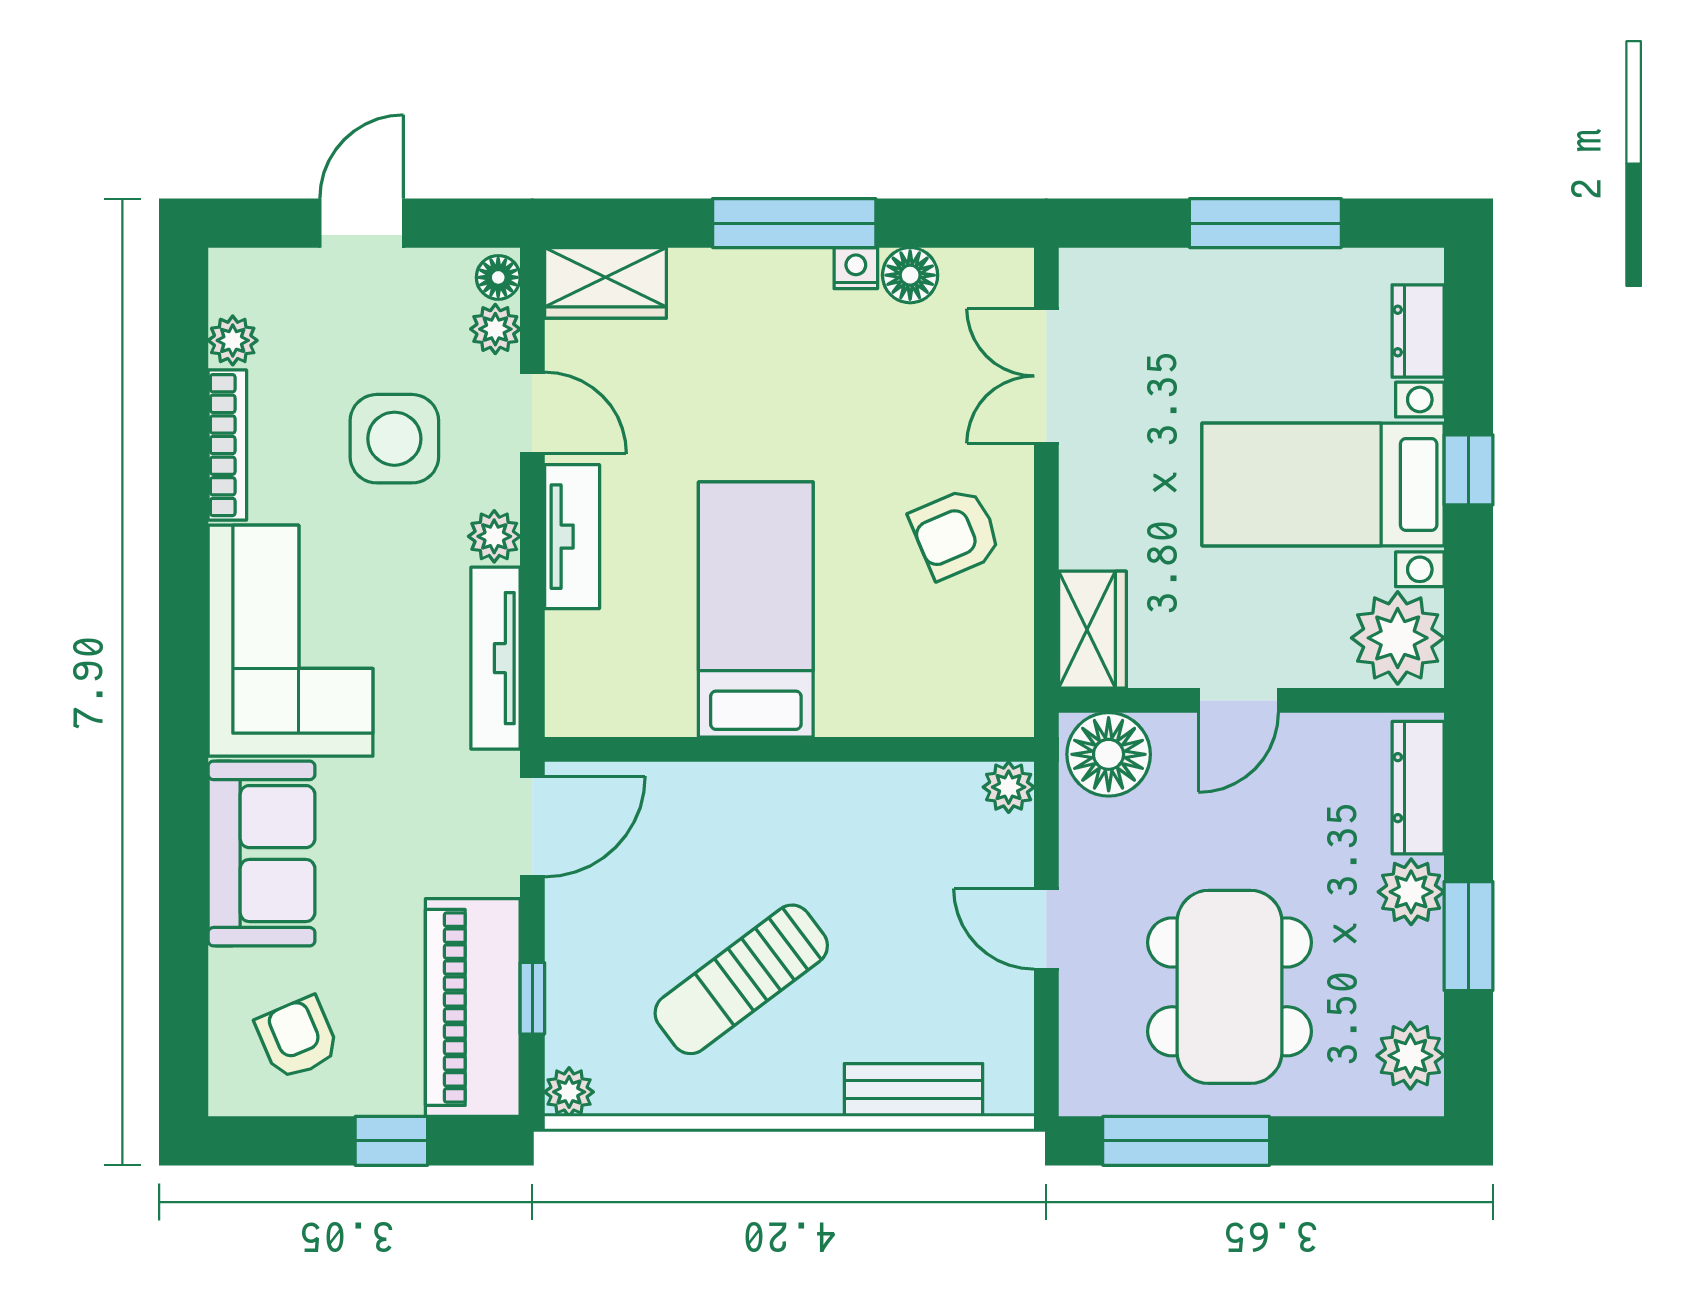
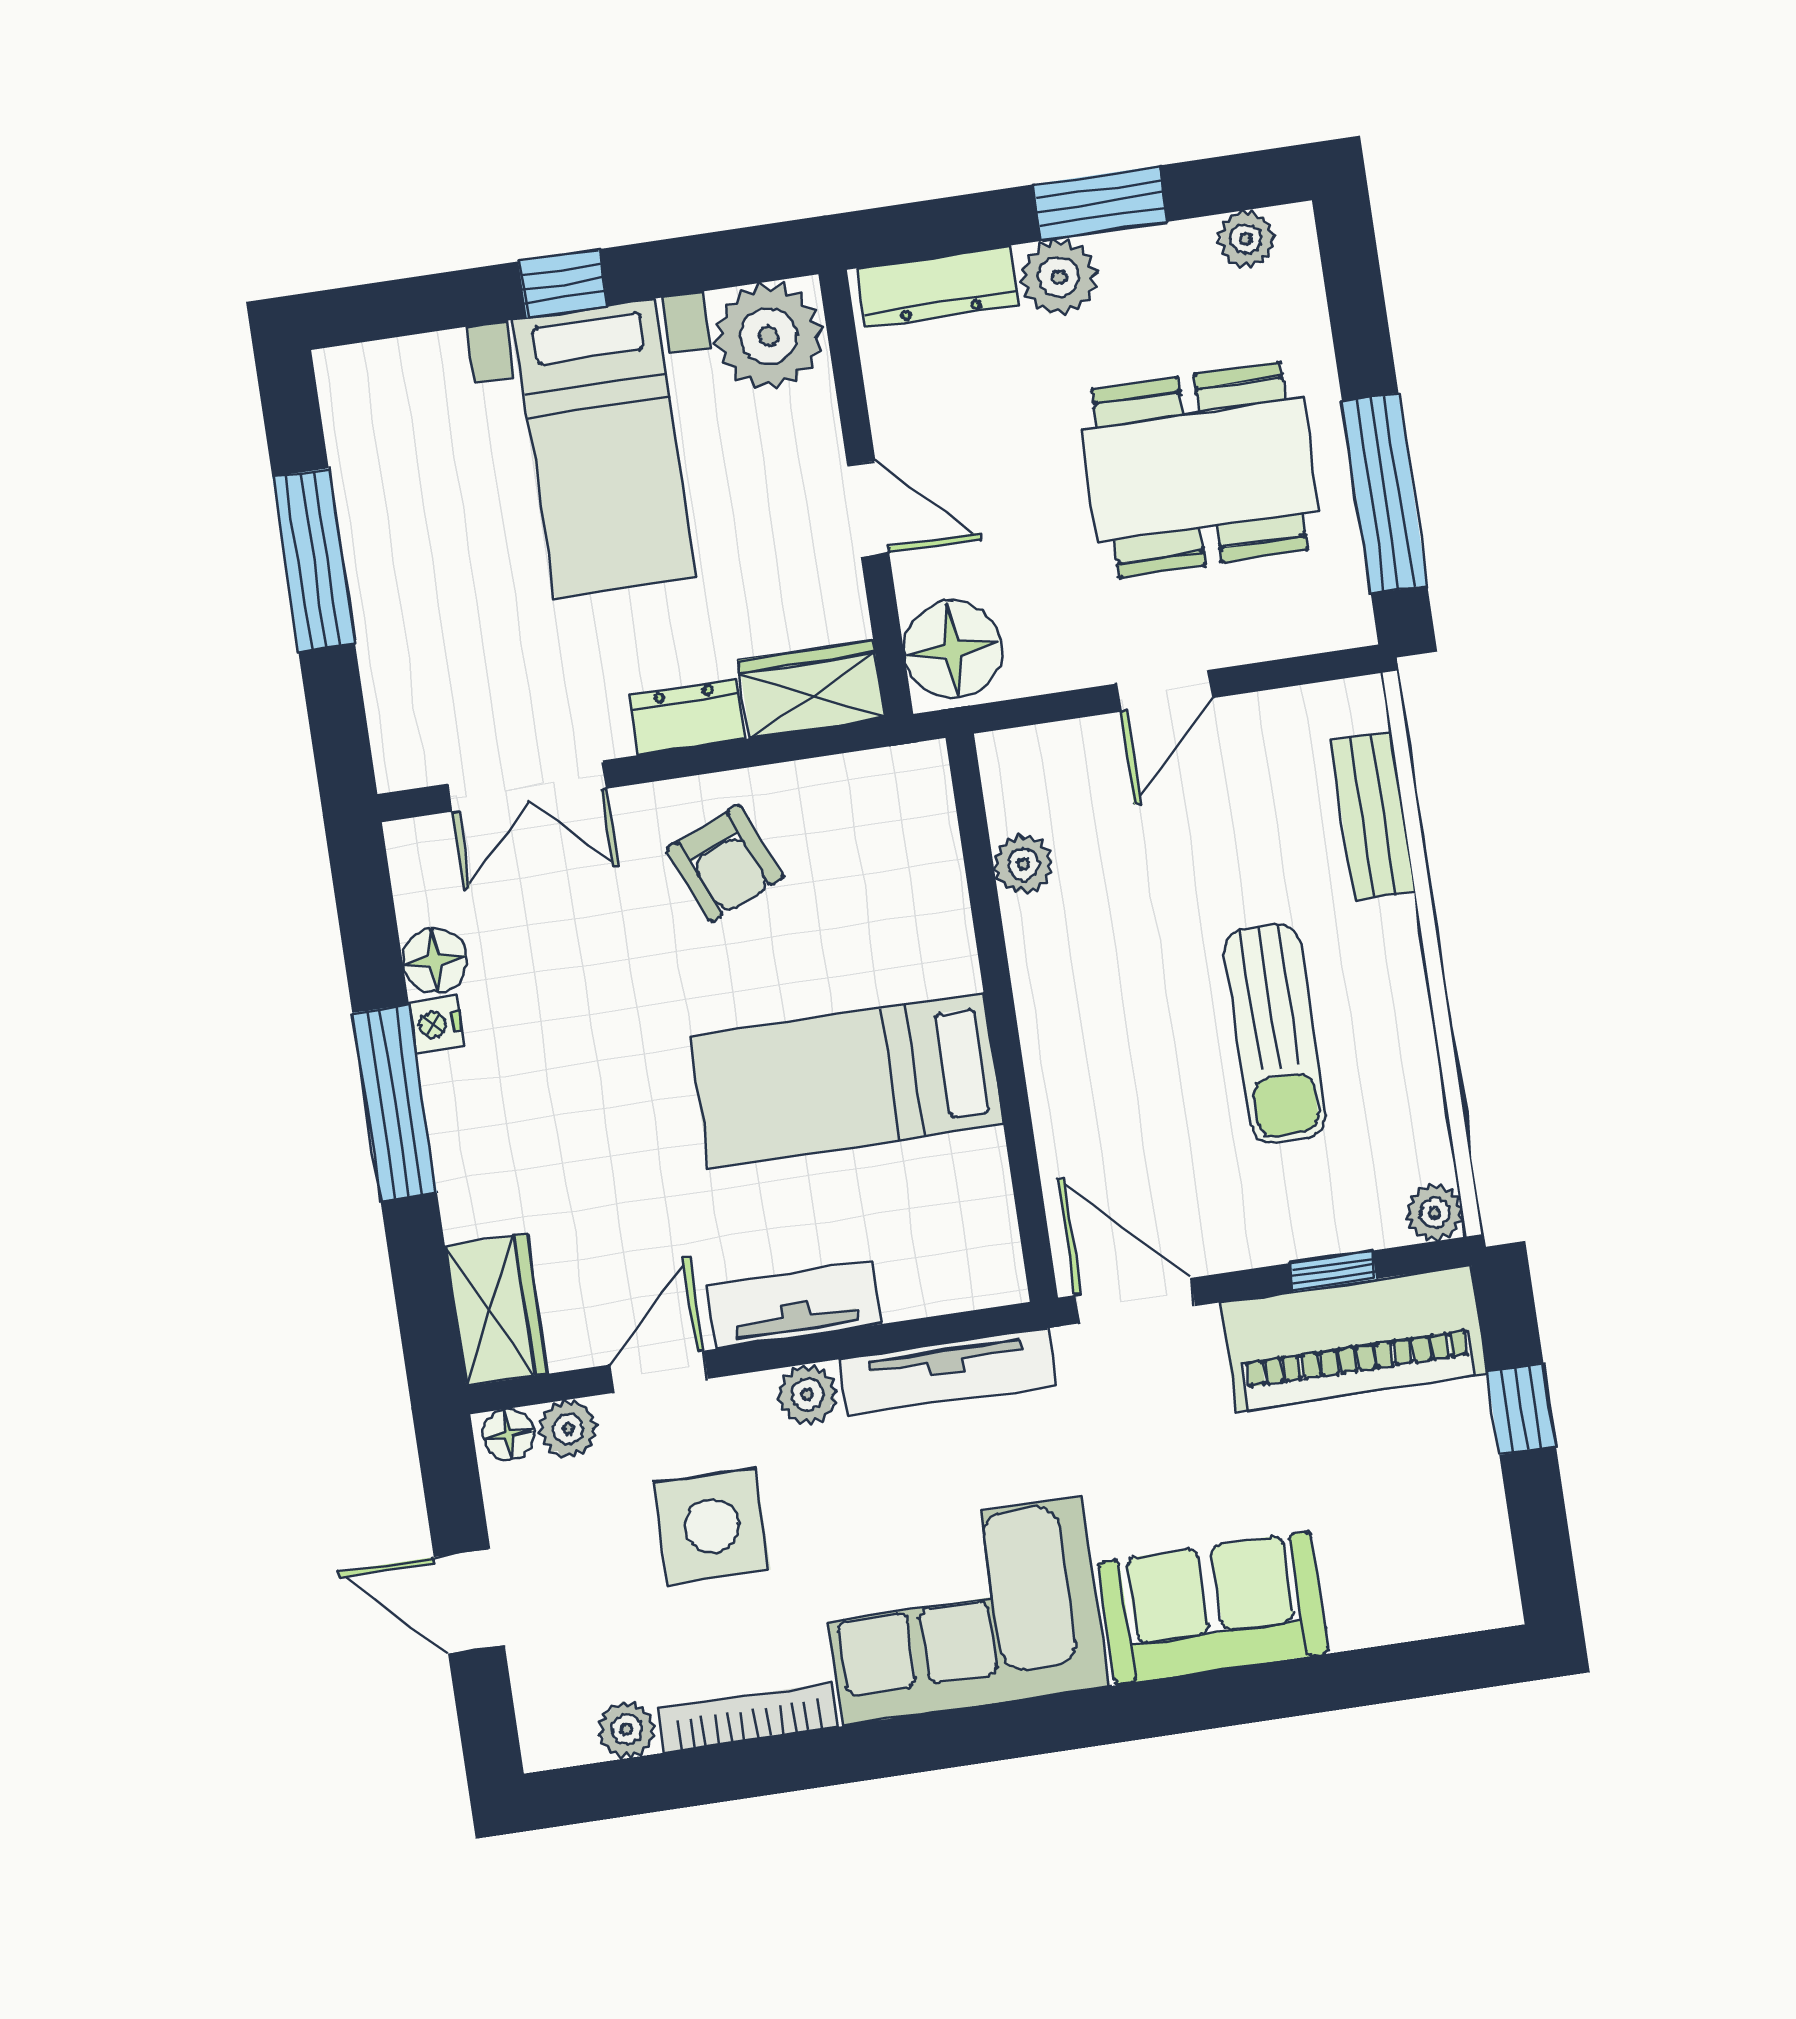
dresser: (1418, 331) -> (687, 717), moved, turned 180
plant: (1009, 787) -> (1023, 864), moved
sun lounger: (741, 979) -> (1275, 1034), turned 37
armchair: (297, 1038) -> (1419, 1535), removed
plant: (1410, 1056) -> (1246, 239), width x0.73, depth x0.73

